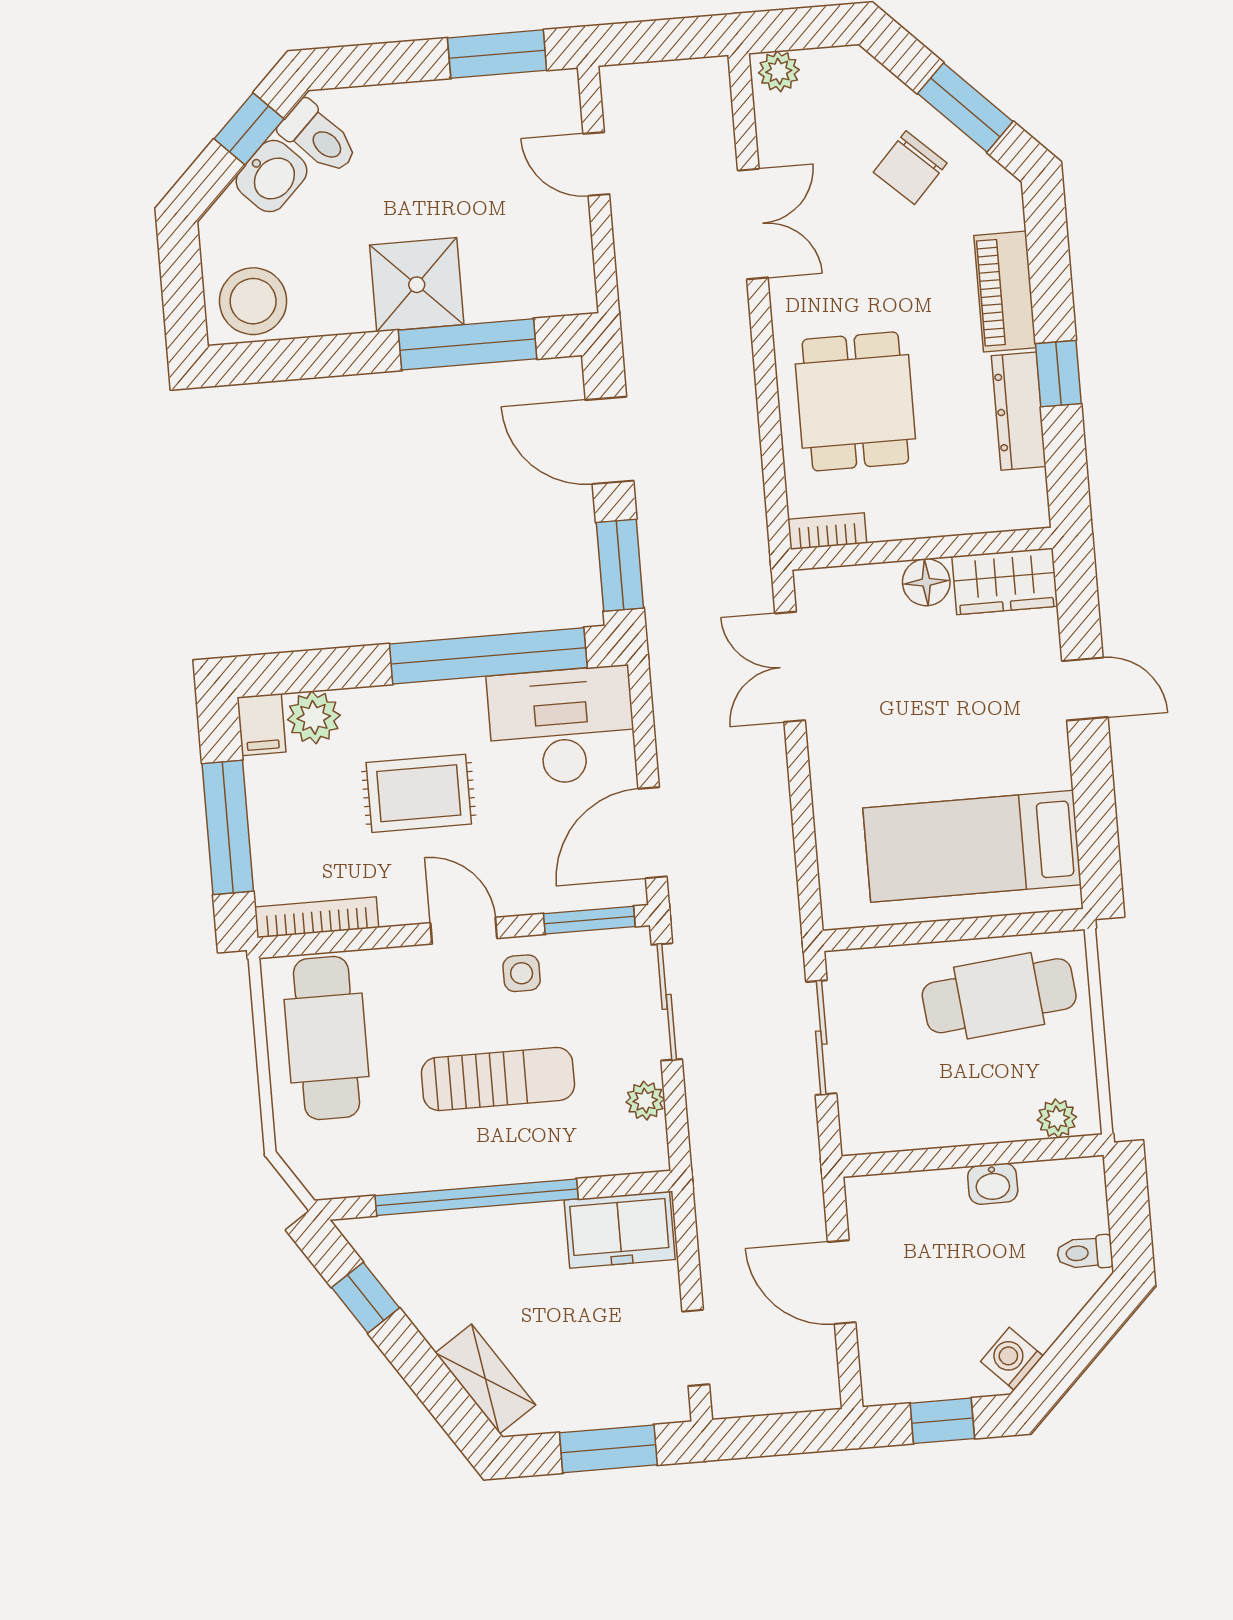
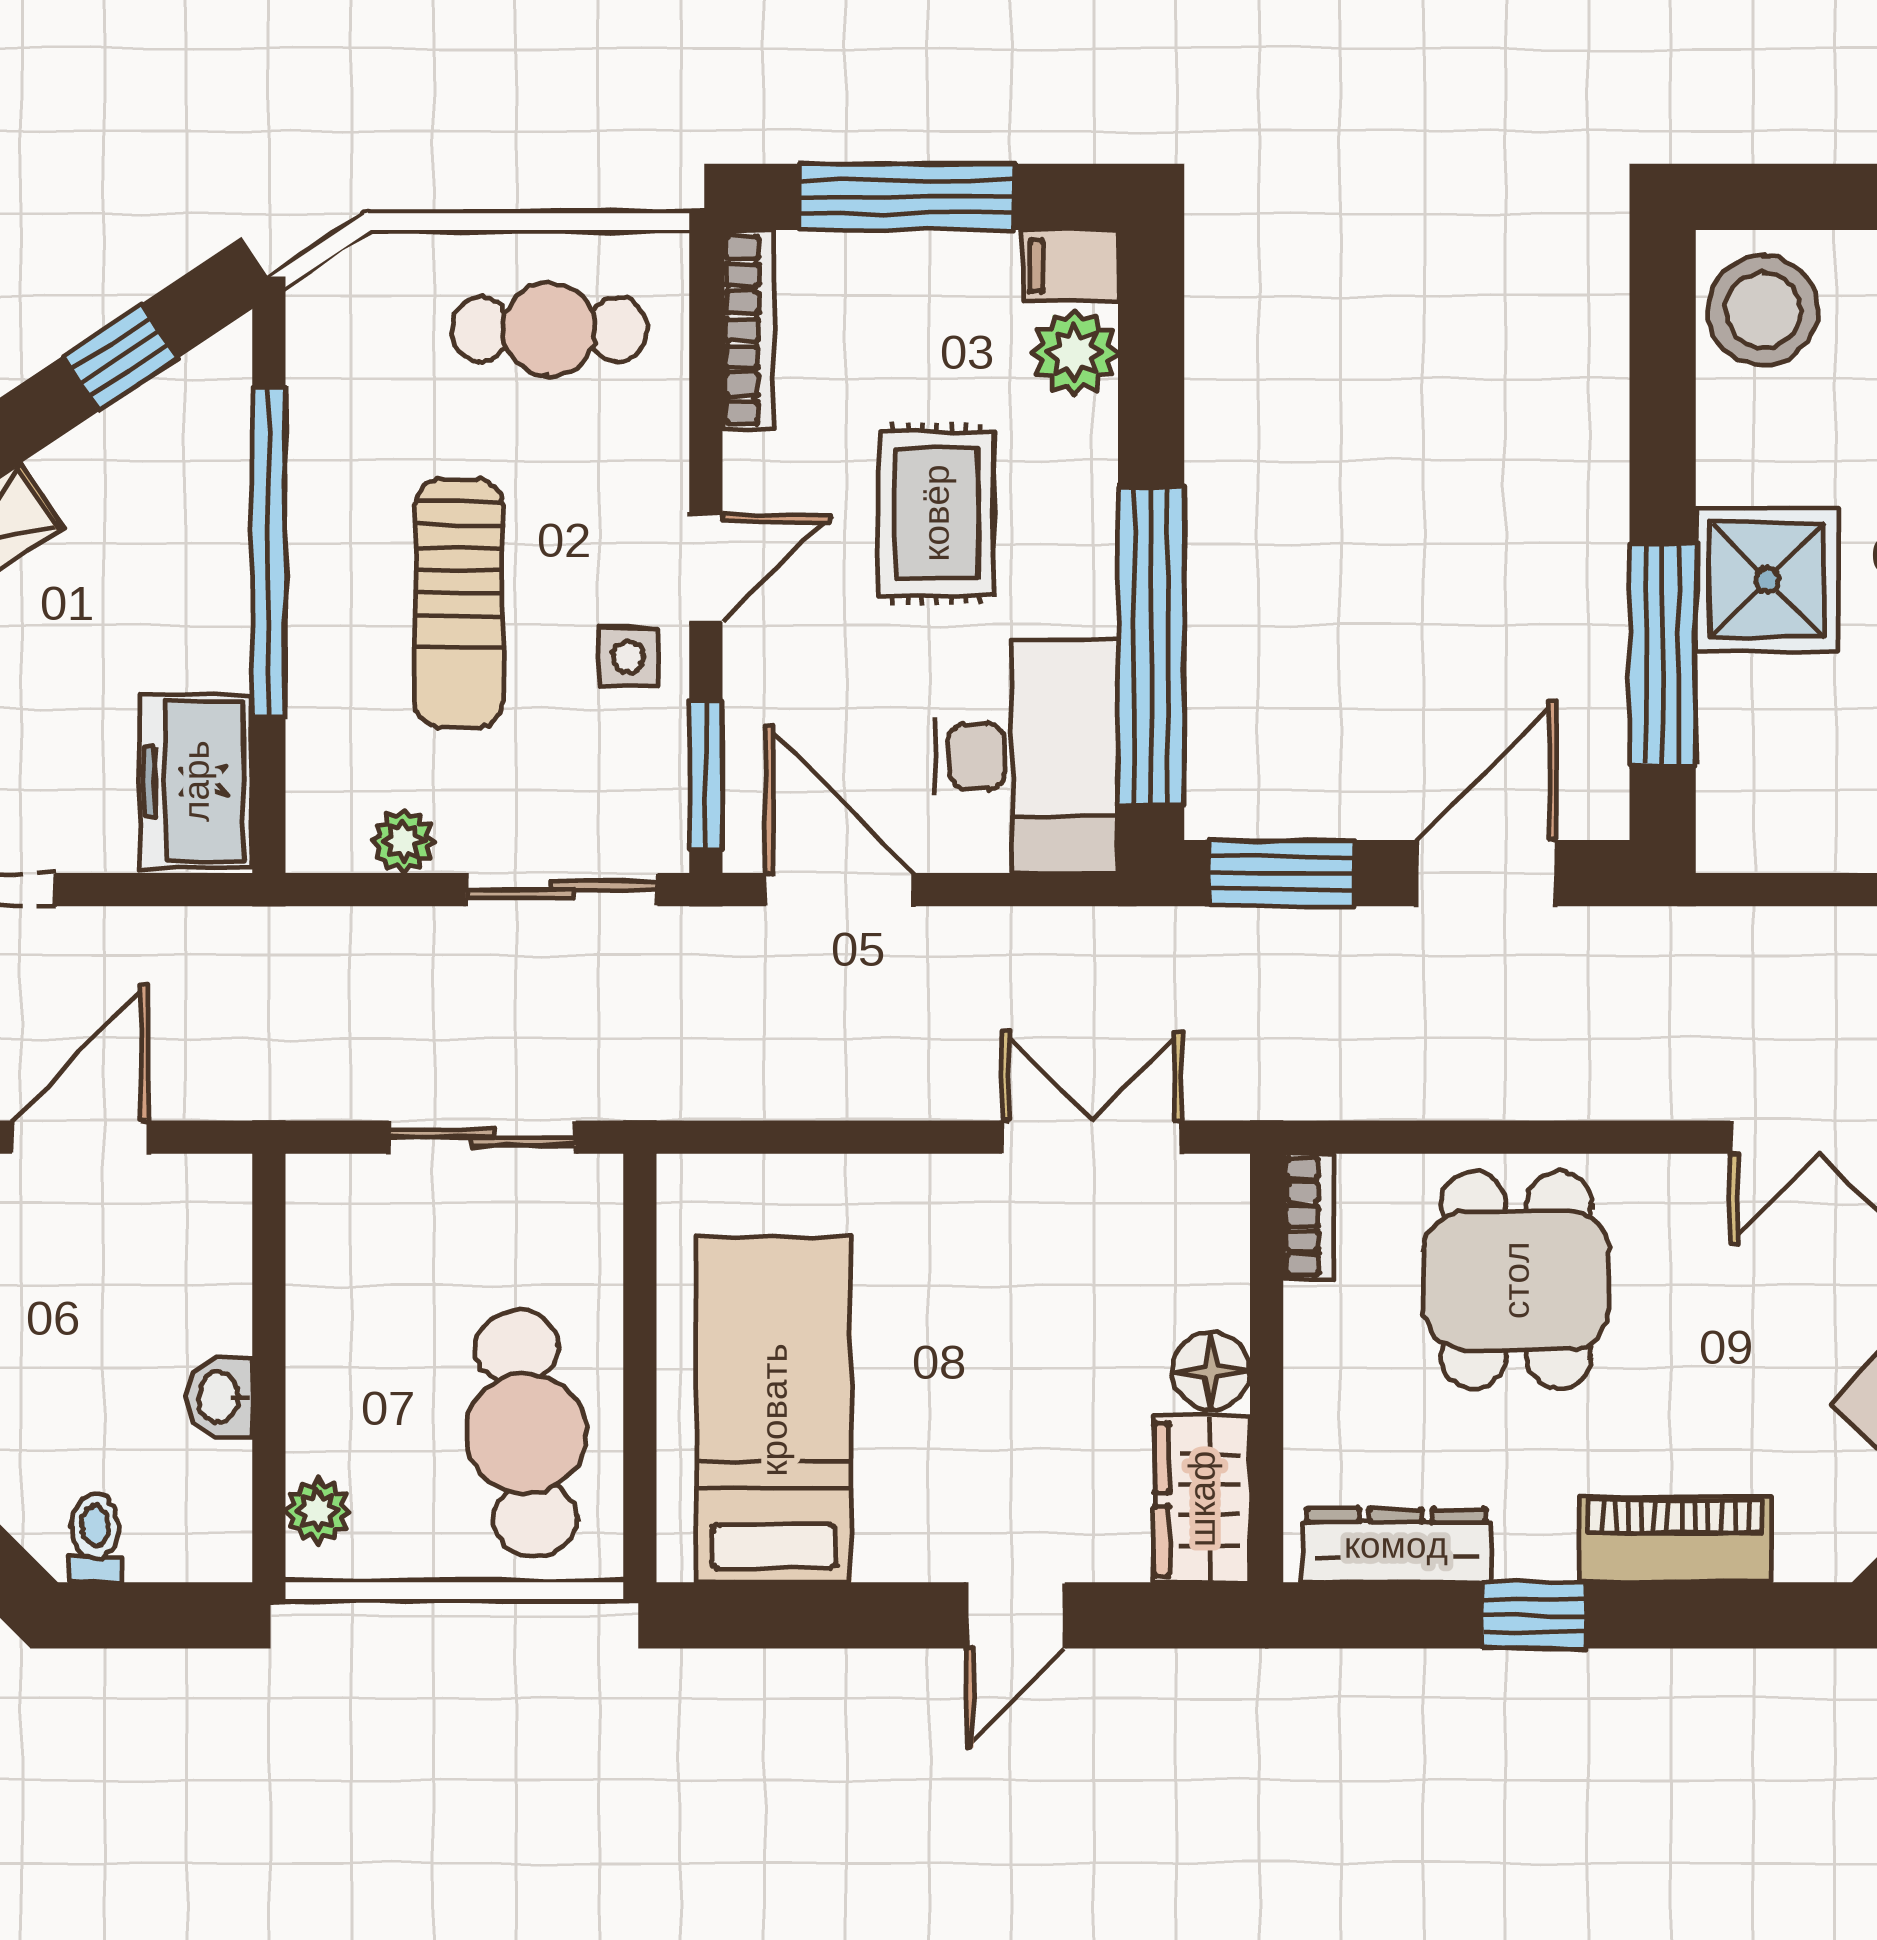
dining table: (855, 401) -> (1516, 1280), turned 90
dresser: (1019, 411) -> (1396, 1545), moved
cafe table: (327, 1038) -> (549, 329), width x0.73, depth x0.74

